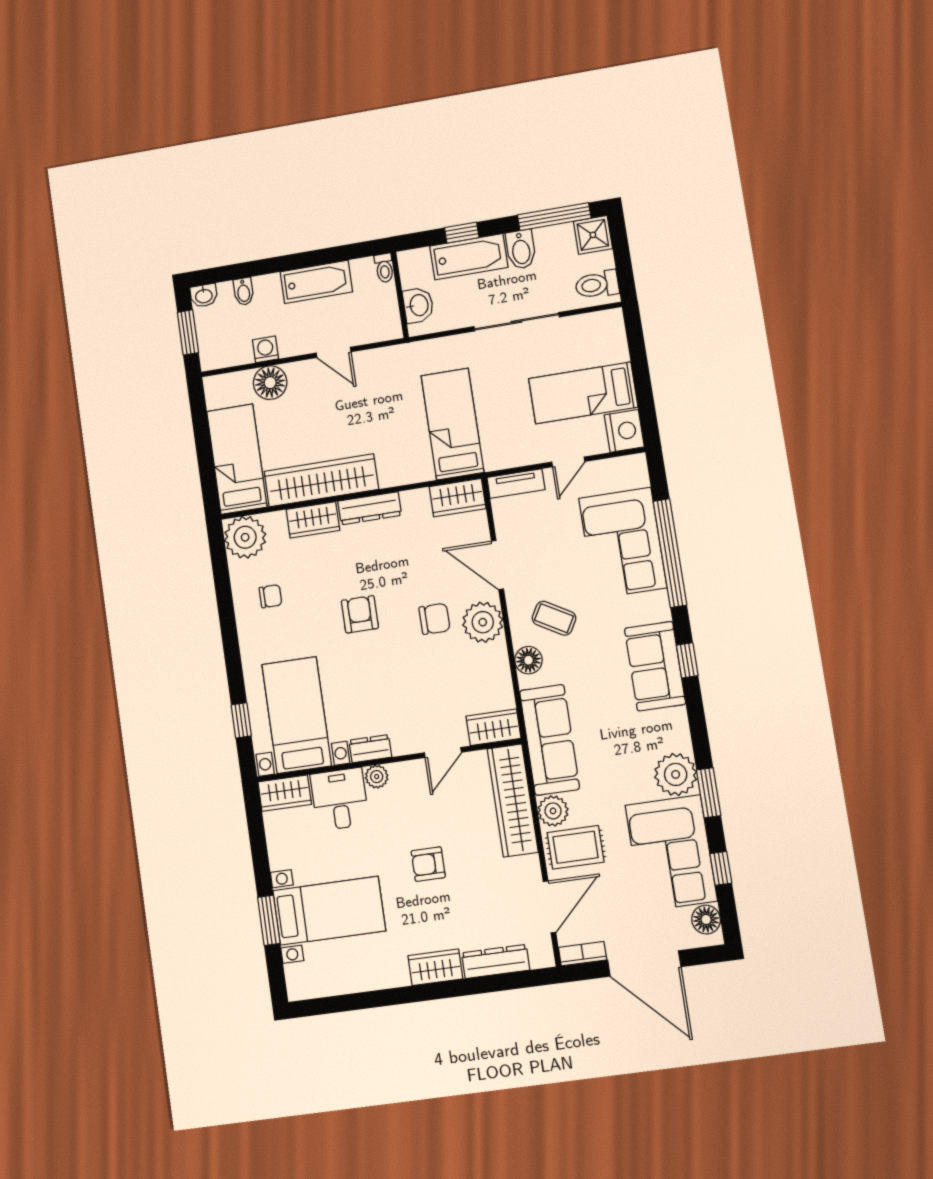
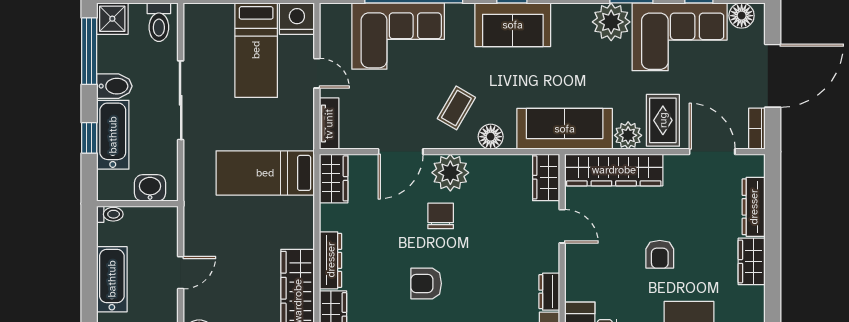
plant: (377, 777) -> (575, 290), removed

